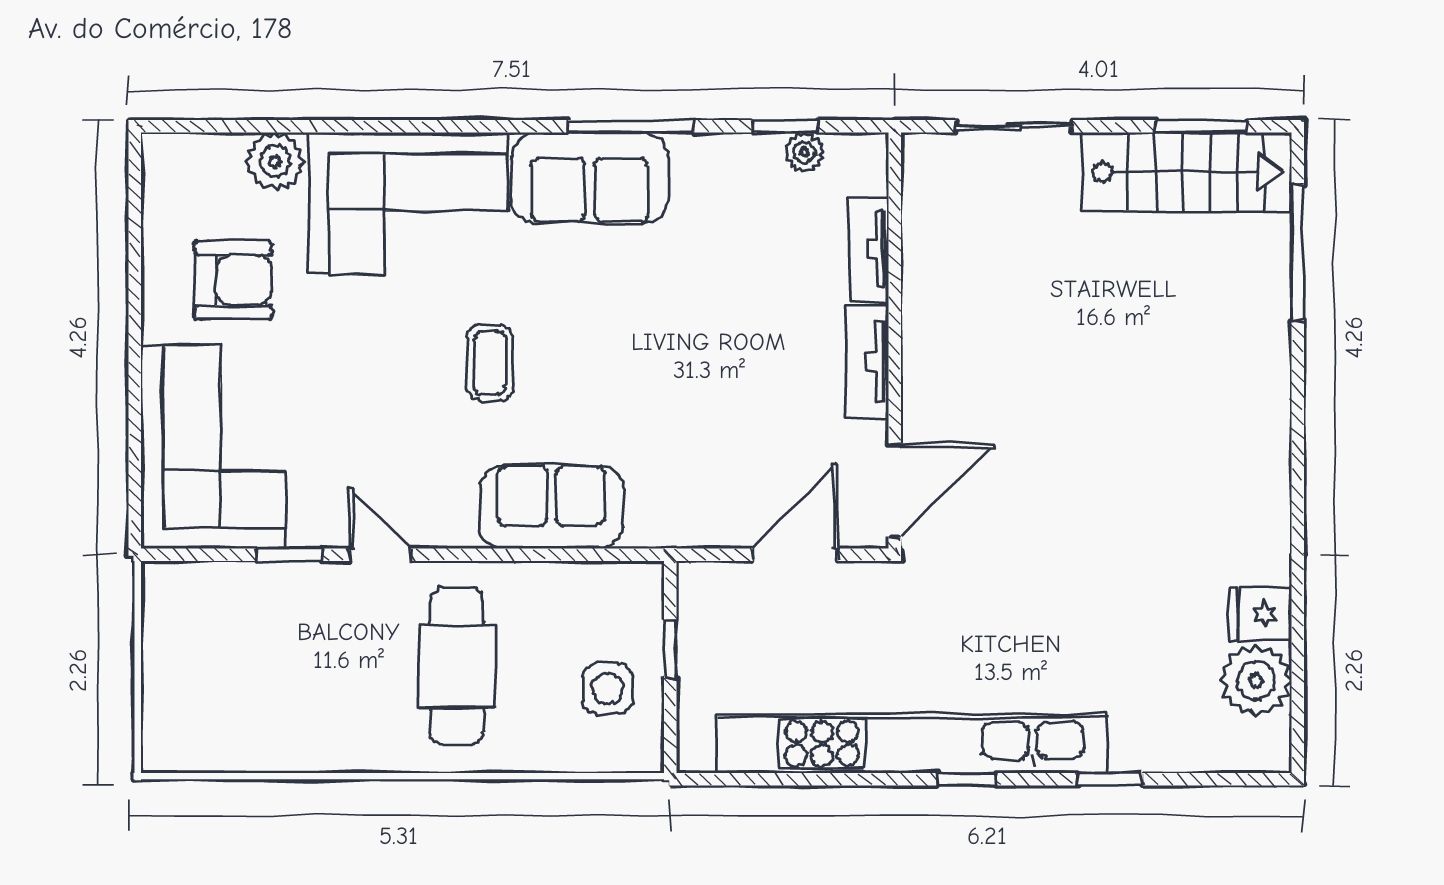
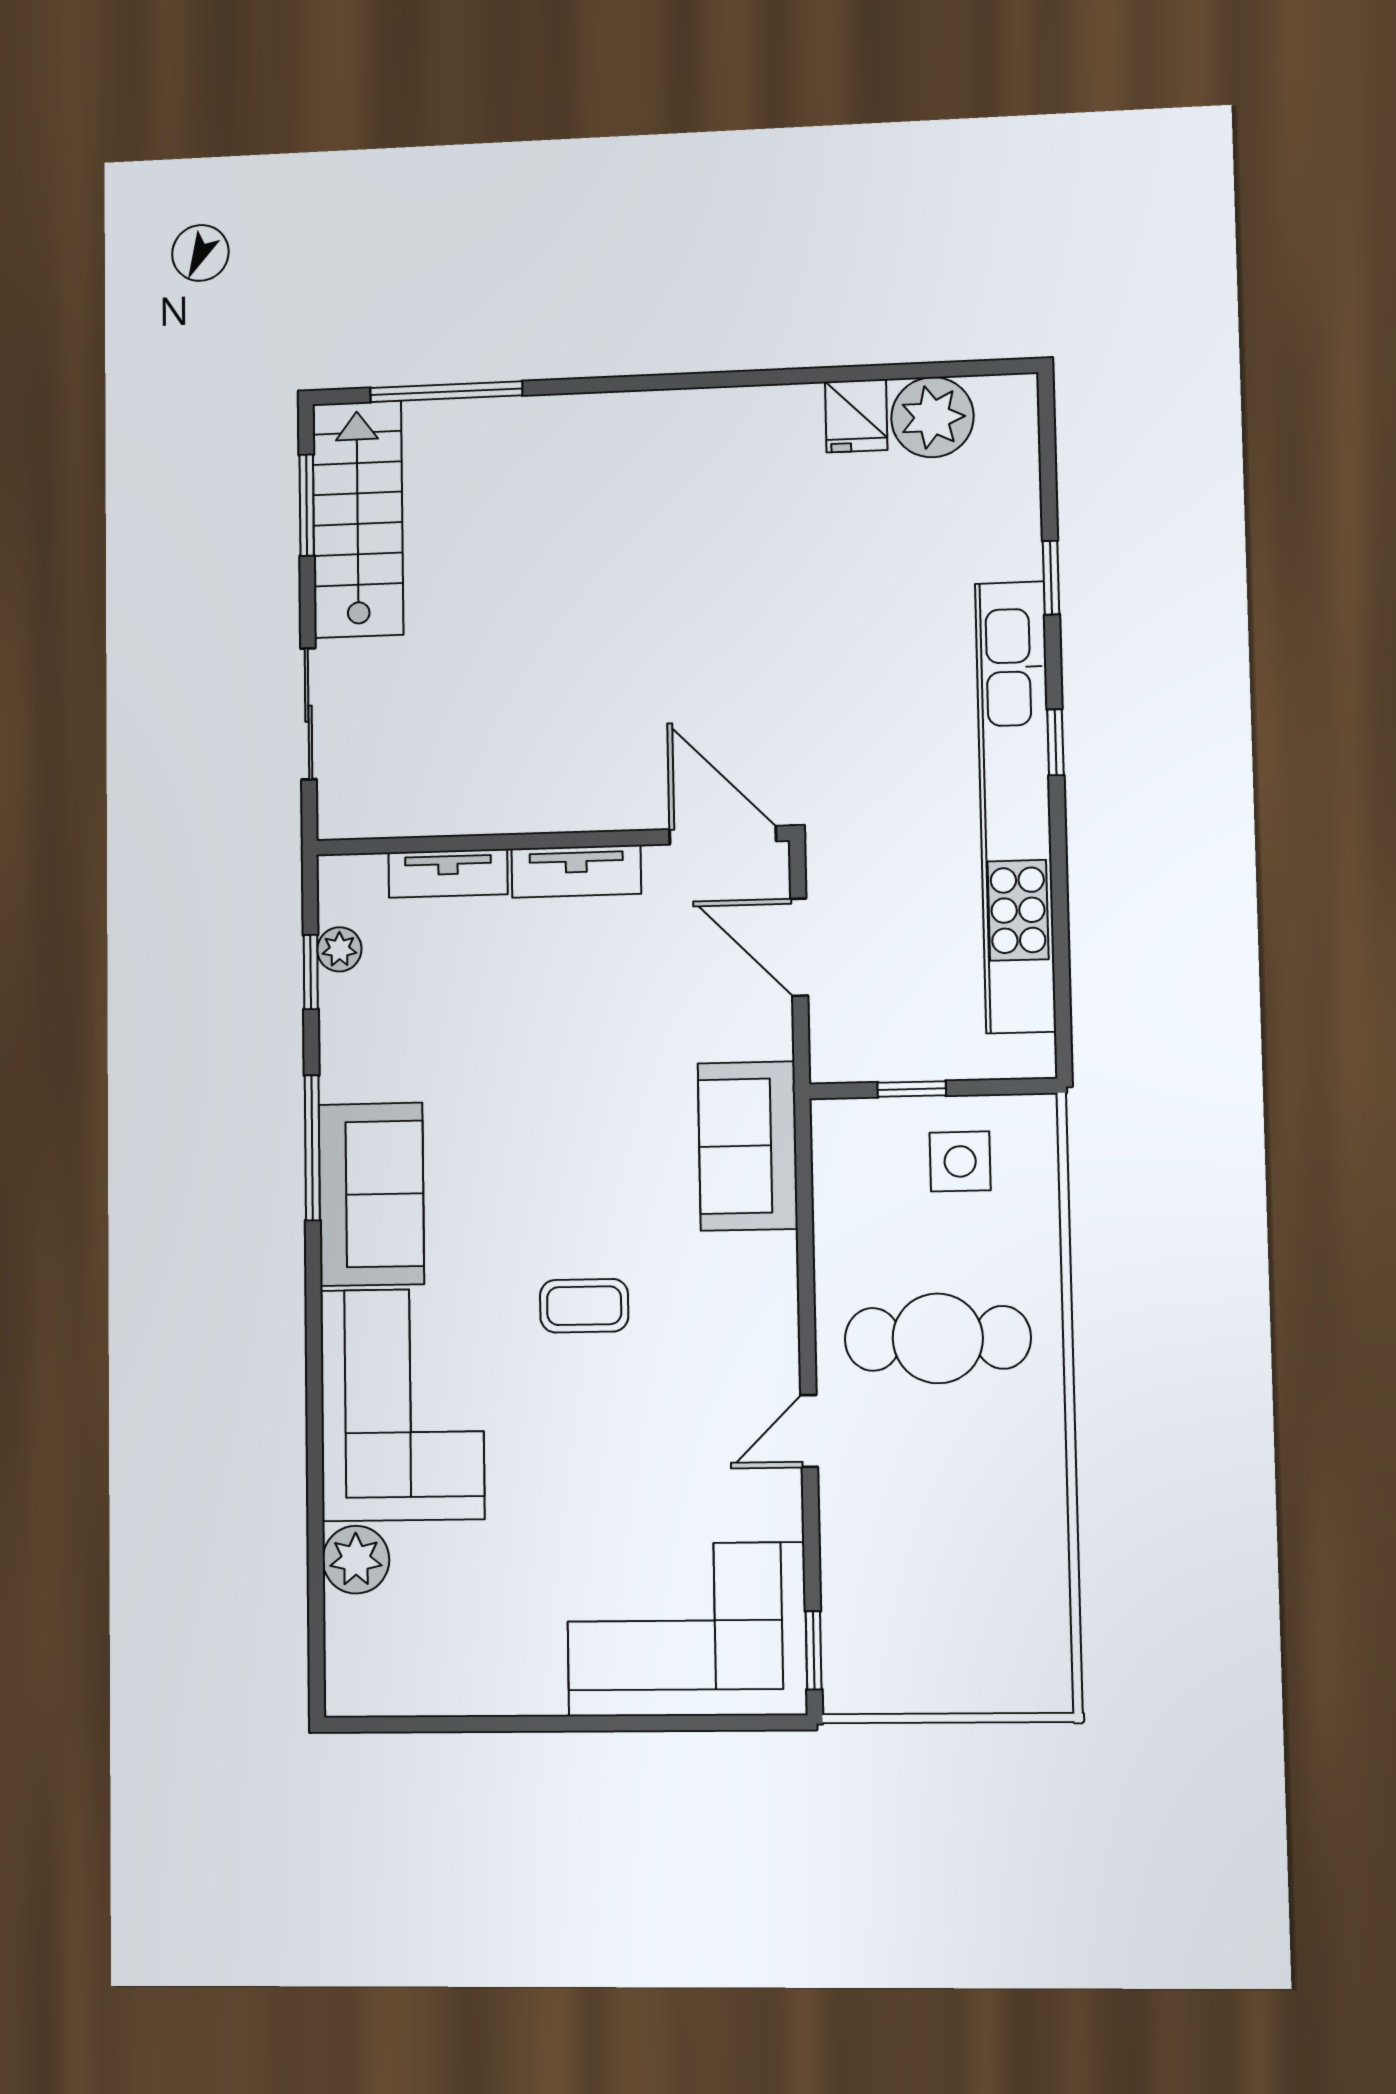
armchair: (233, 280) -> (493, 1608), removed
sofa: (551, 507) -> (748, 1146), moved
window: (289, 555) -> (814, 1650), moved

